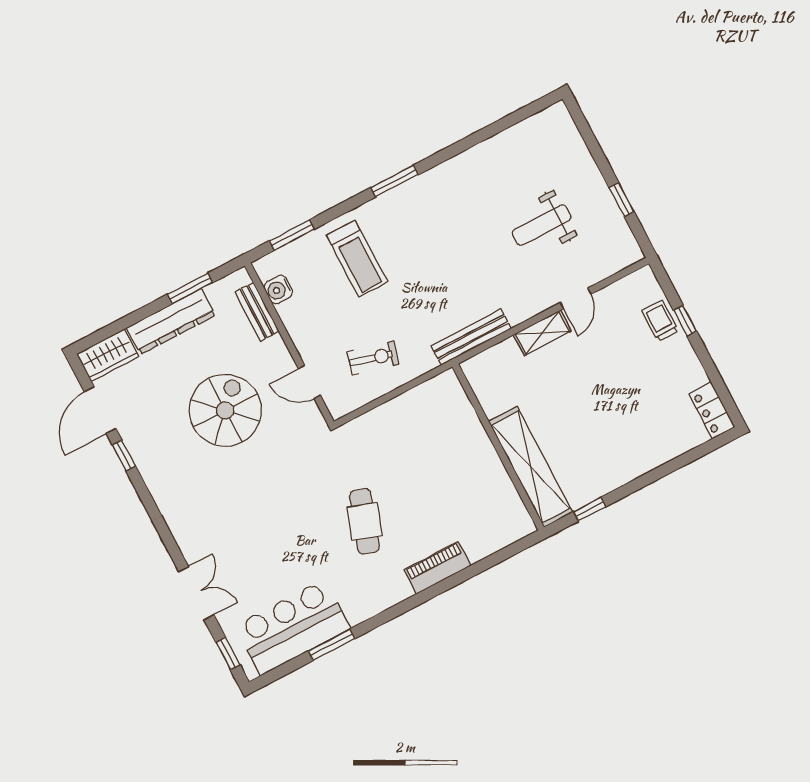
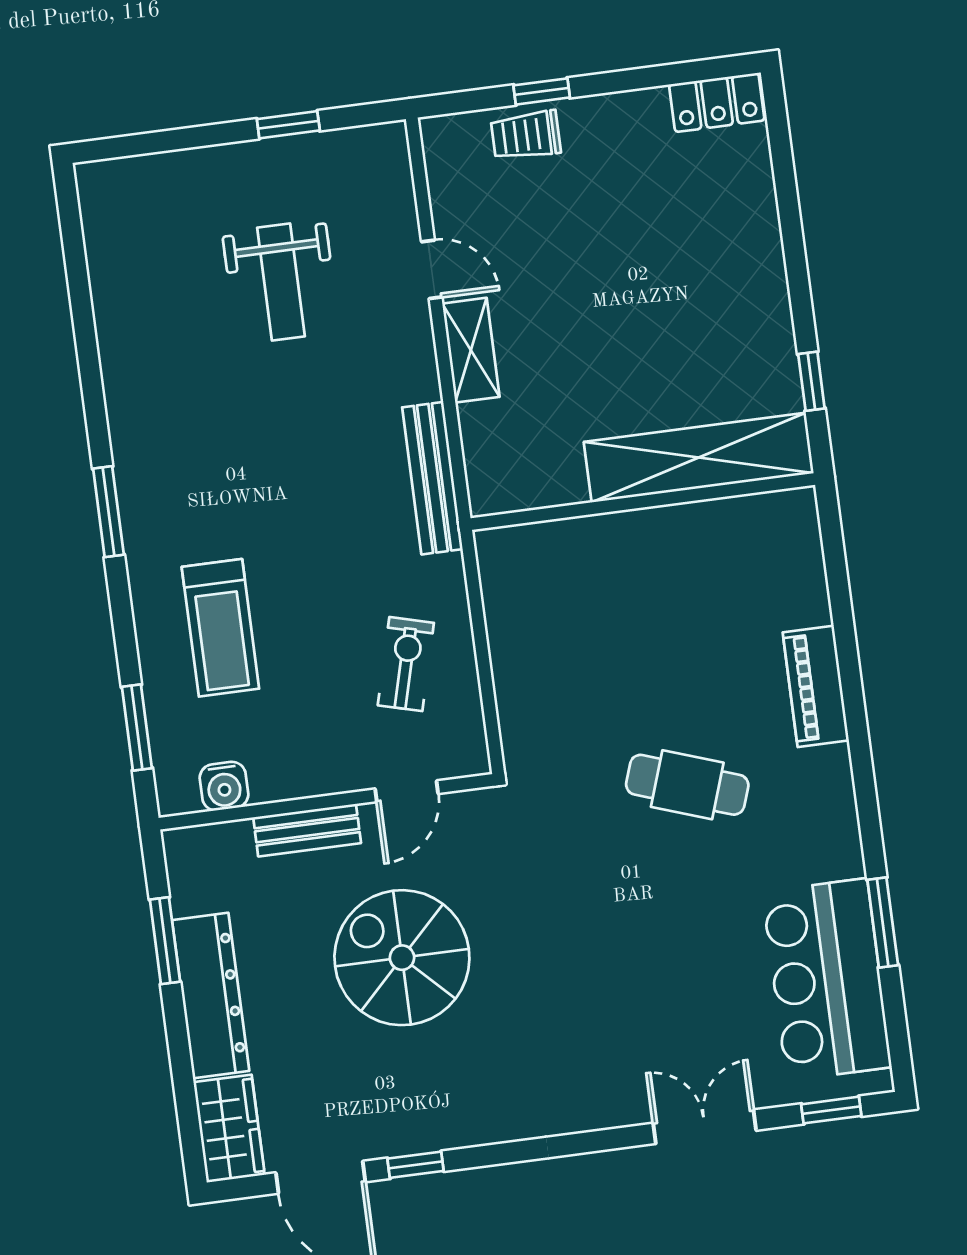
treadmill: (357, 259) -> (220, 628), turned 90
bench: (257, 312) -> (307, 830), moved

